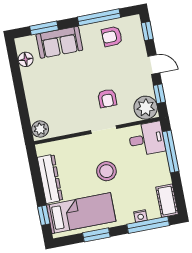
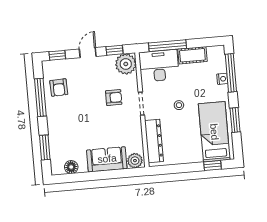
sofa: (59, 42) -> (107, 159), moved, turned -90
desk: (147, 139) -> (159, 66), width x1.37
stool: (106, 171) -> (179, 105), width x0.53, depth x0.53
dresser: (50, 179) -> (154, 141), moved, turned 90
cot: (167, 201) -> (192, 55), moved

